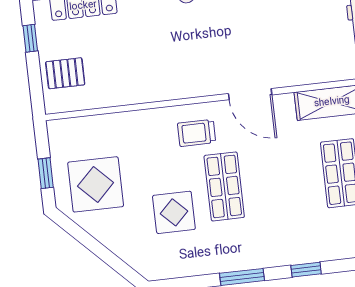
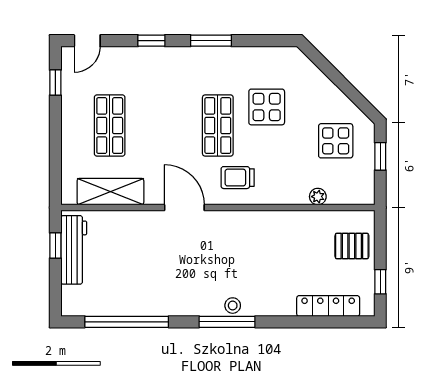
plant: (108, 122) -> (318, 197), added
trolley: (197, 133) -> (238, 178), turned 180
display table: (96, 184) -> (336, 141), width x0.73, depth x0.73

